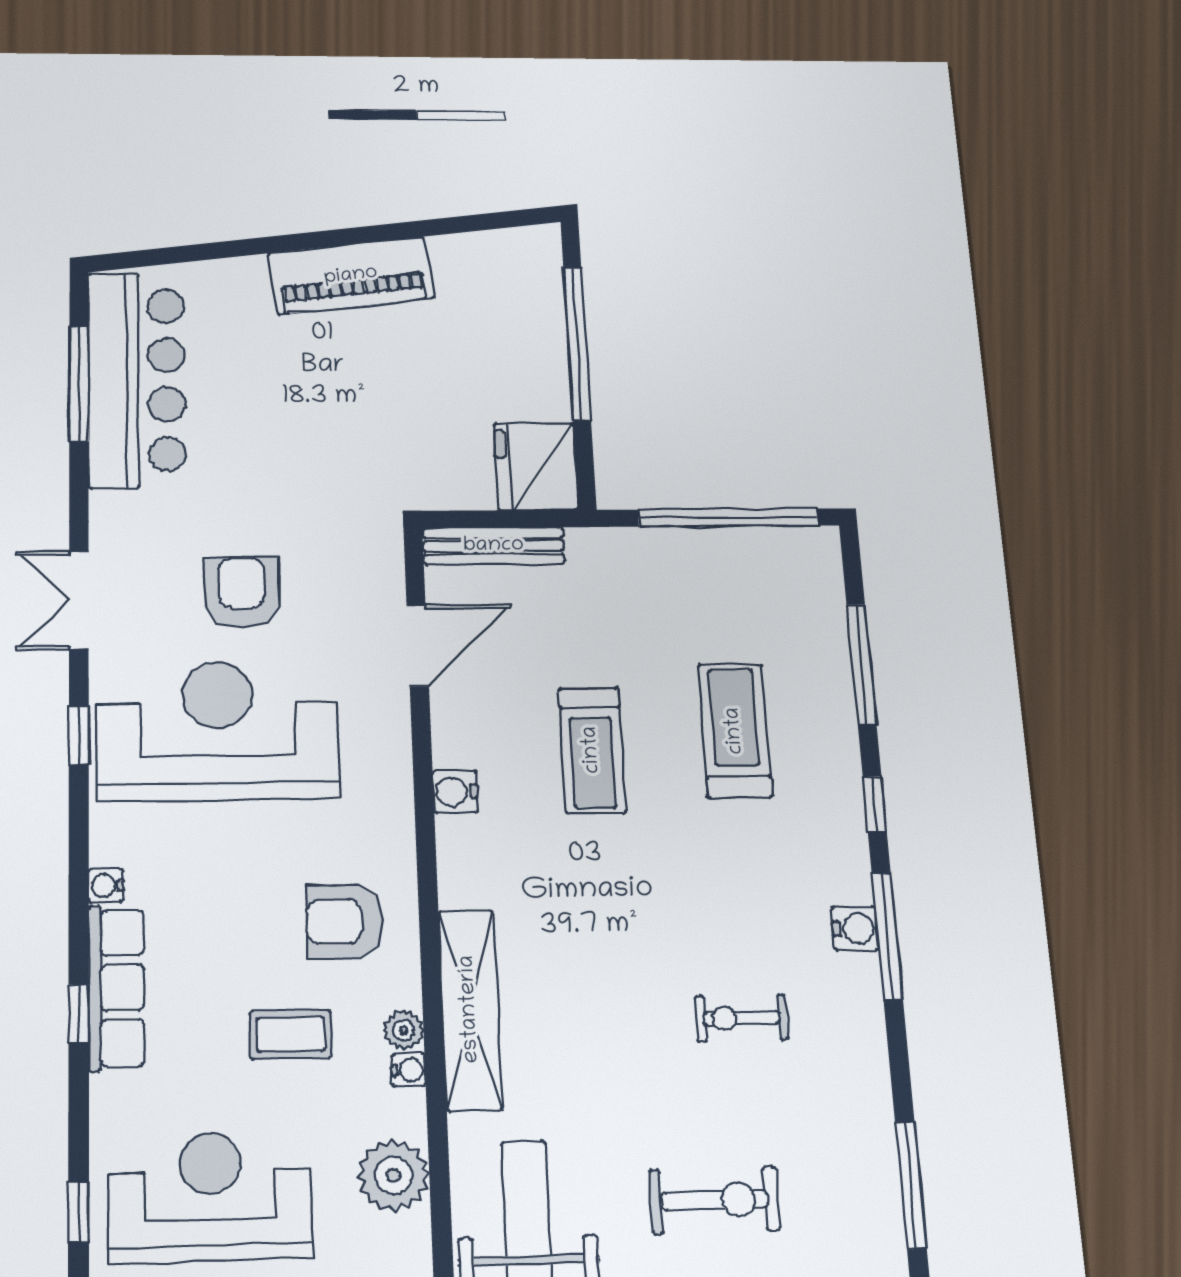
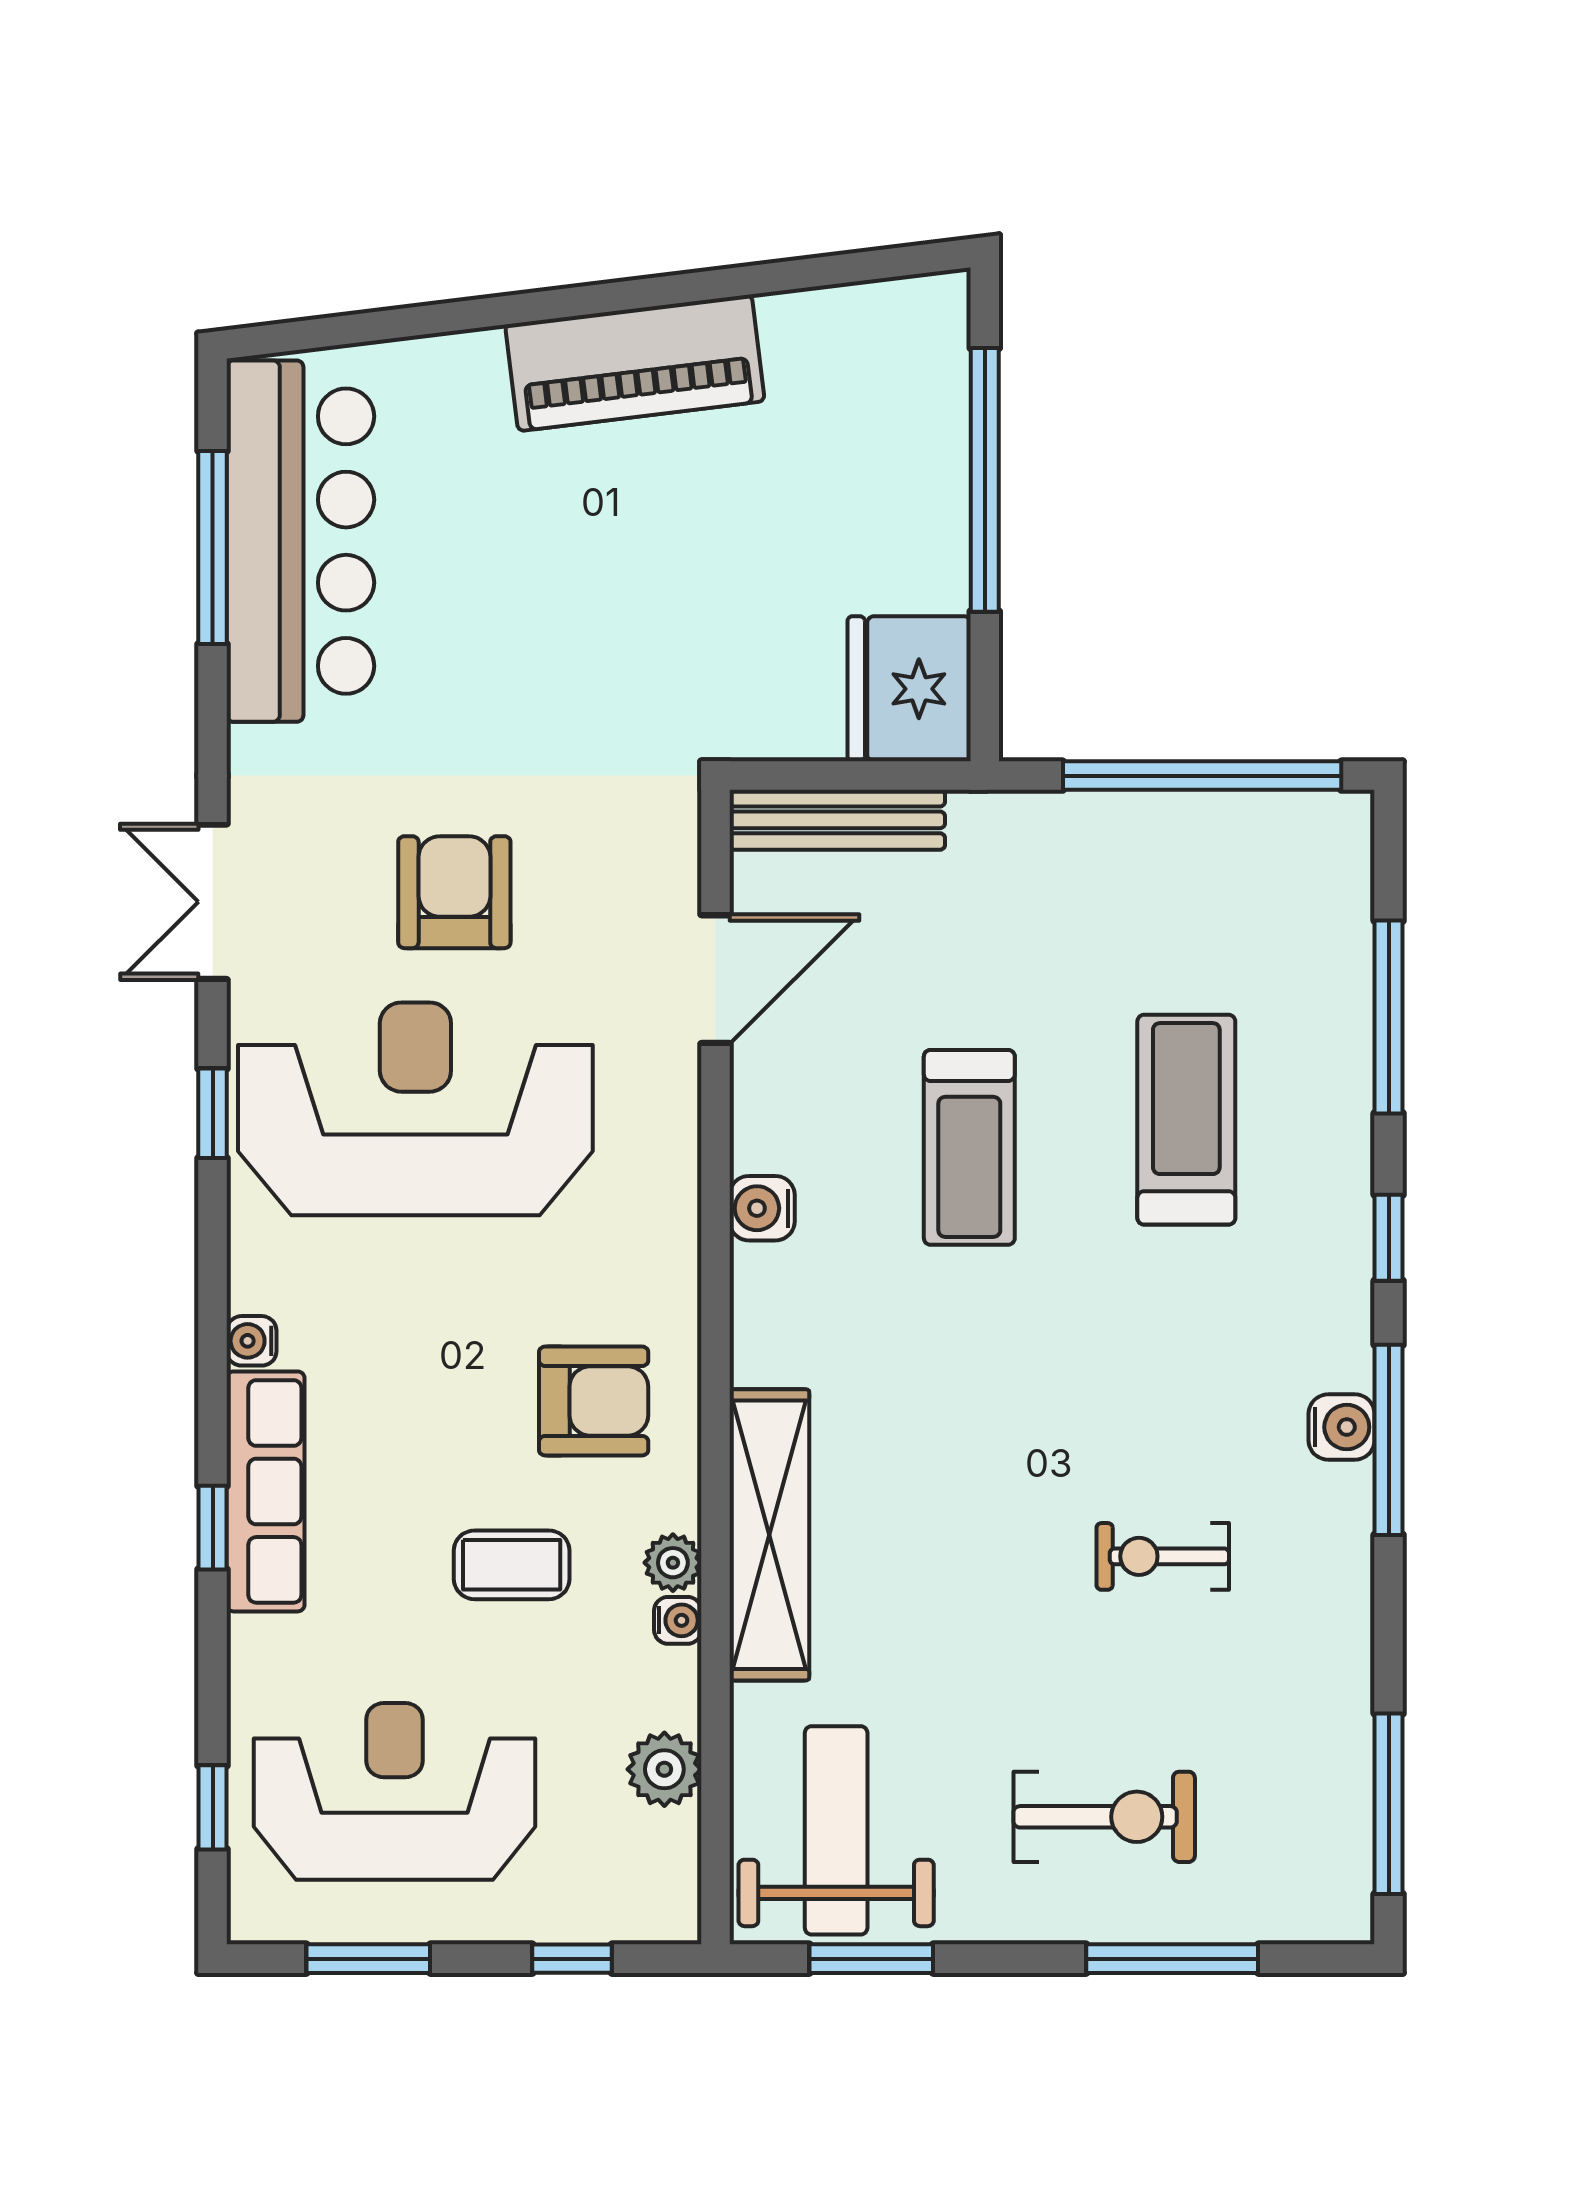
armchair: (345, 921) -> (594, 1401), turned 180
plant: (393, 1175) -> (664, 1769), width x0.73, depth x0.73

